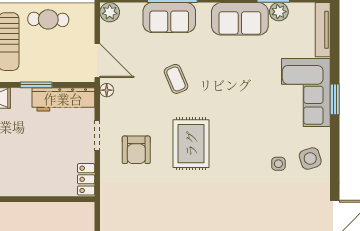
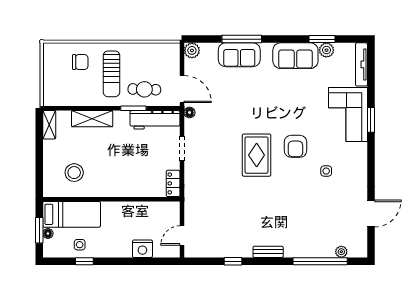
cafe table: (48, 19) -> (144, 89), moved
coffee table: (176, 79) -> (245, 104), removed
armchair: (136, 150) -> (295, 146), moved
side table: (310, 158) -> (351, 167), removed

